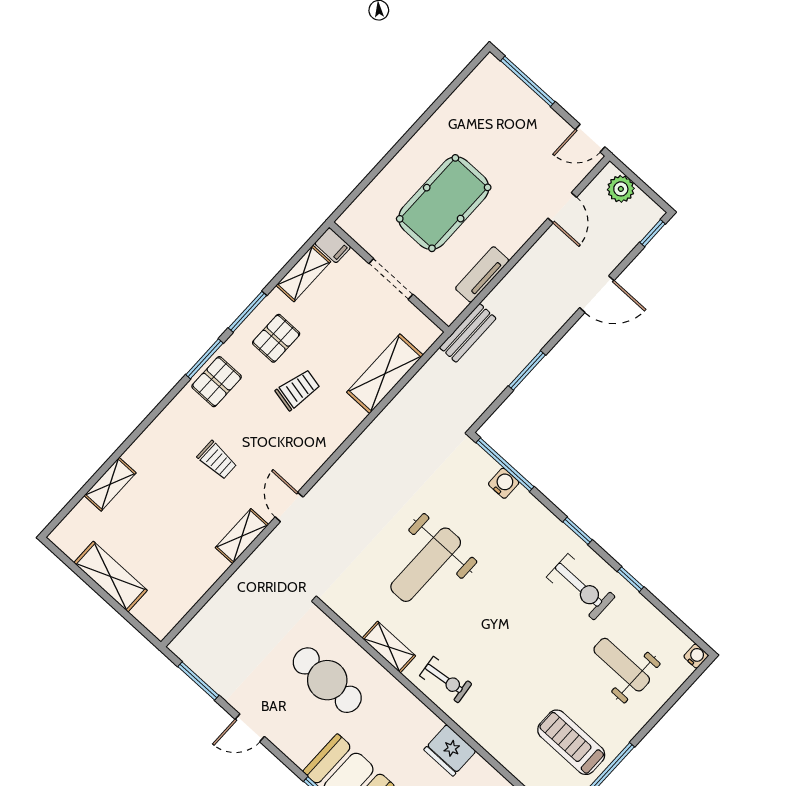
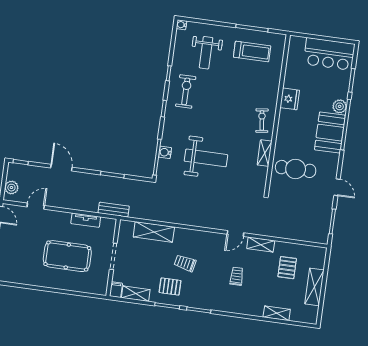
pallet: (217, 382) -> (287, 268), moved, turned 90
weight bench: (426, 565) -> (206, 158), moved
cafe table: (327, 680) -> (296, 169), turned 90
treadmill: (571, 742) -> (252, 51), turned -90

